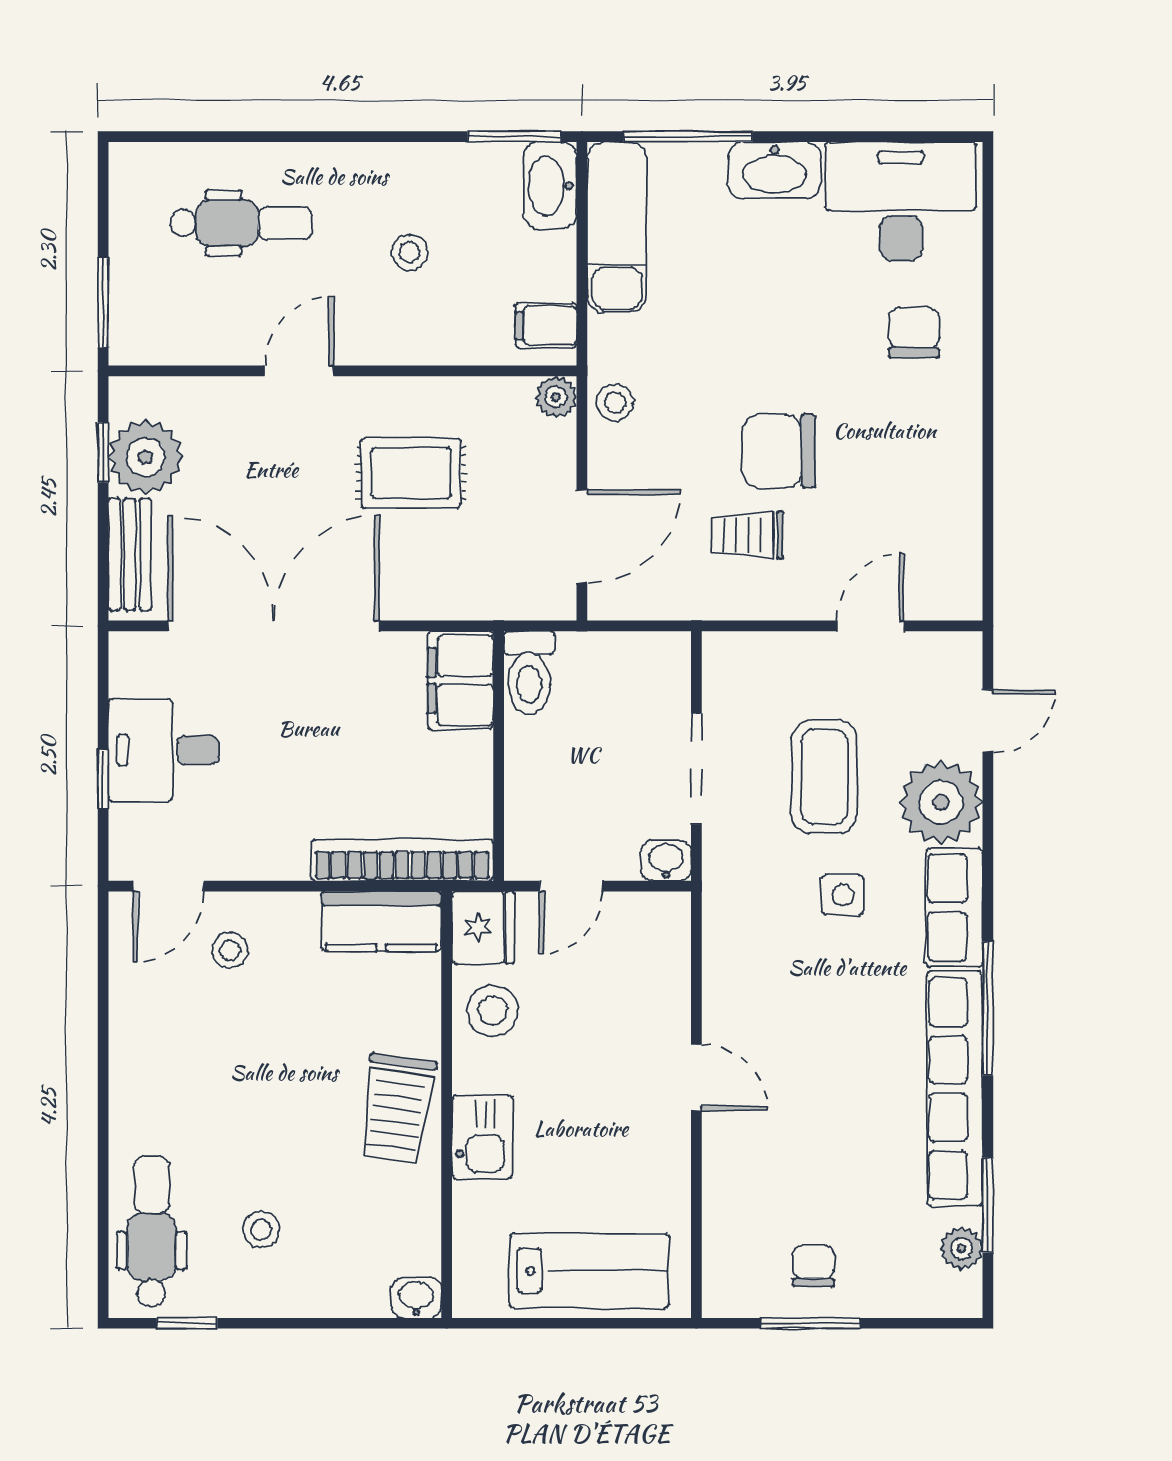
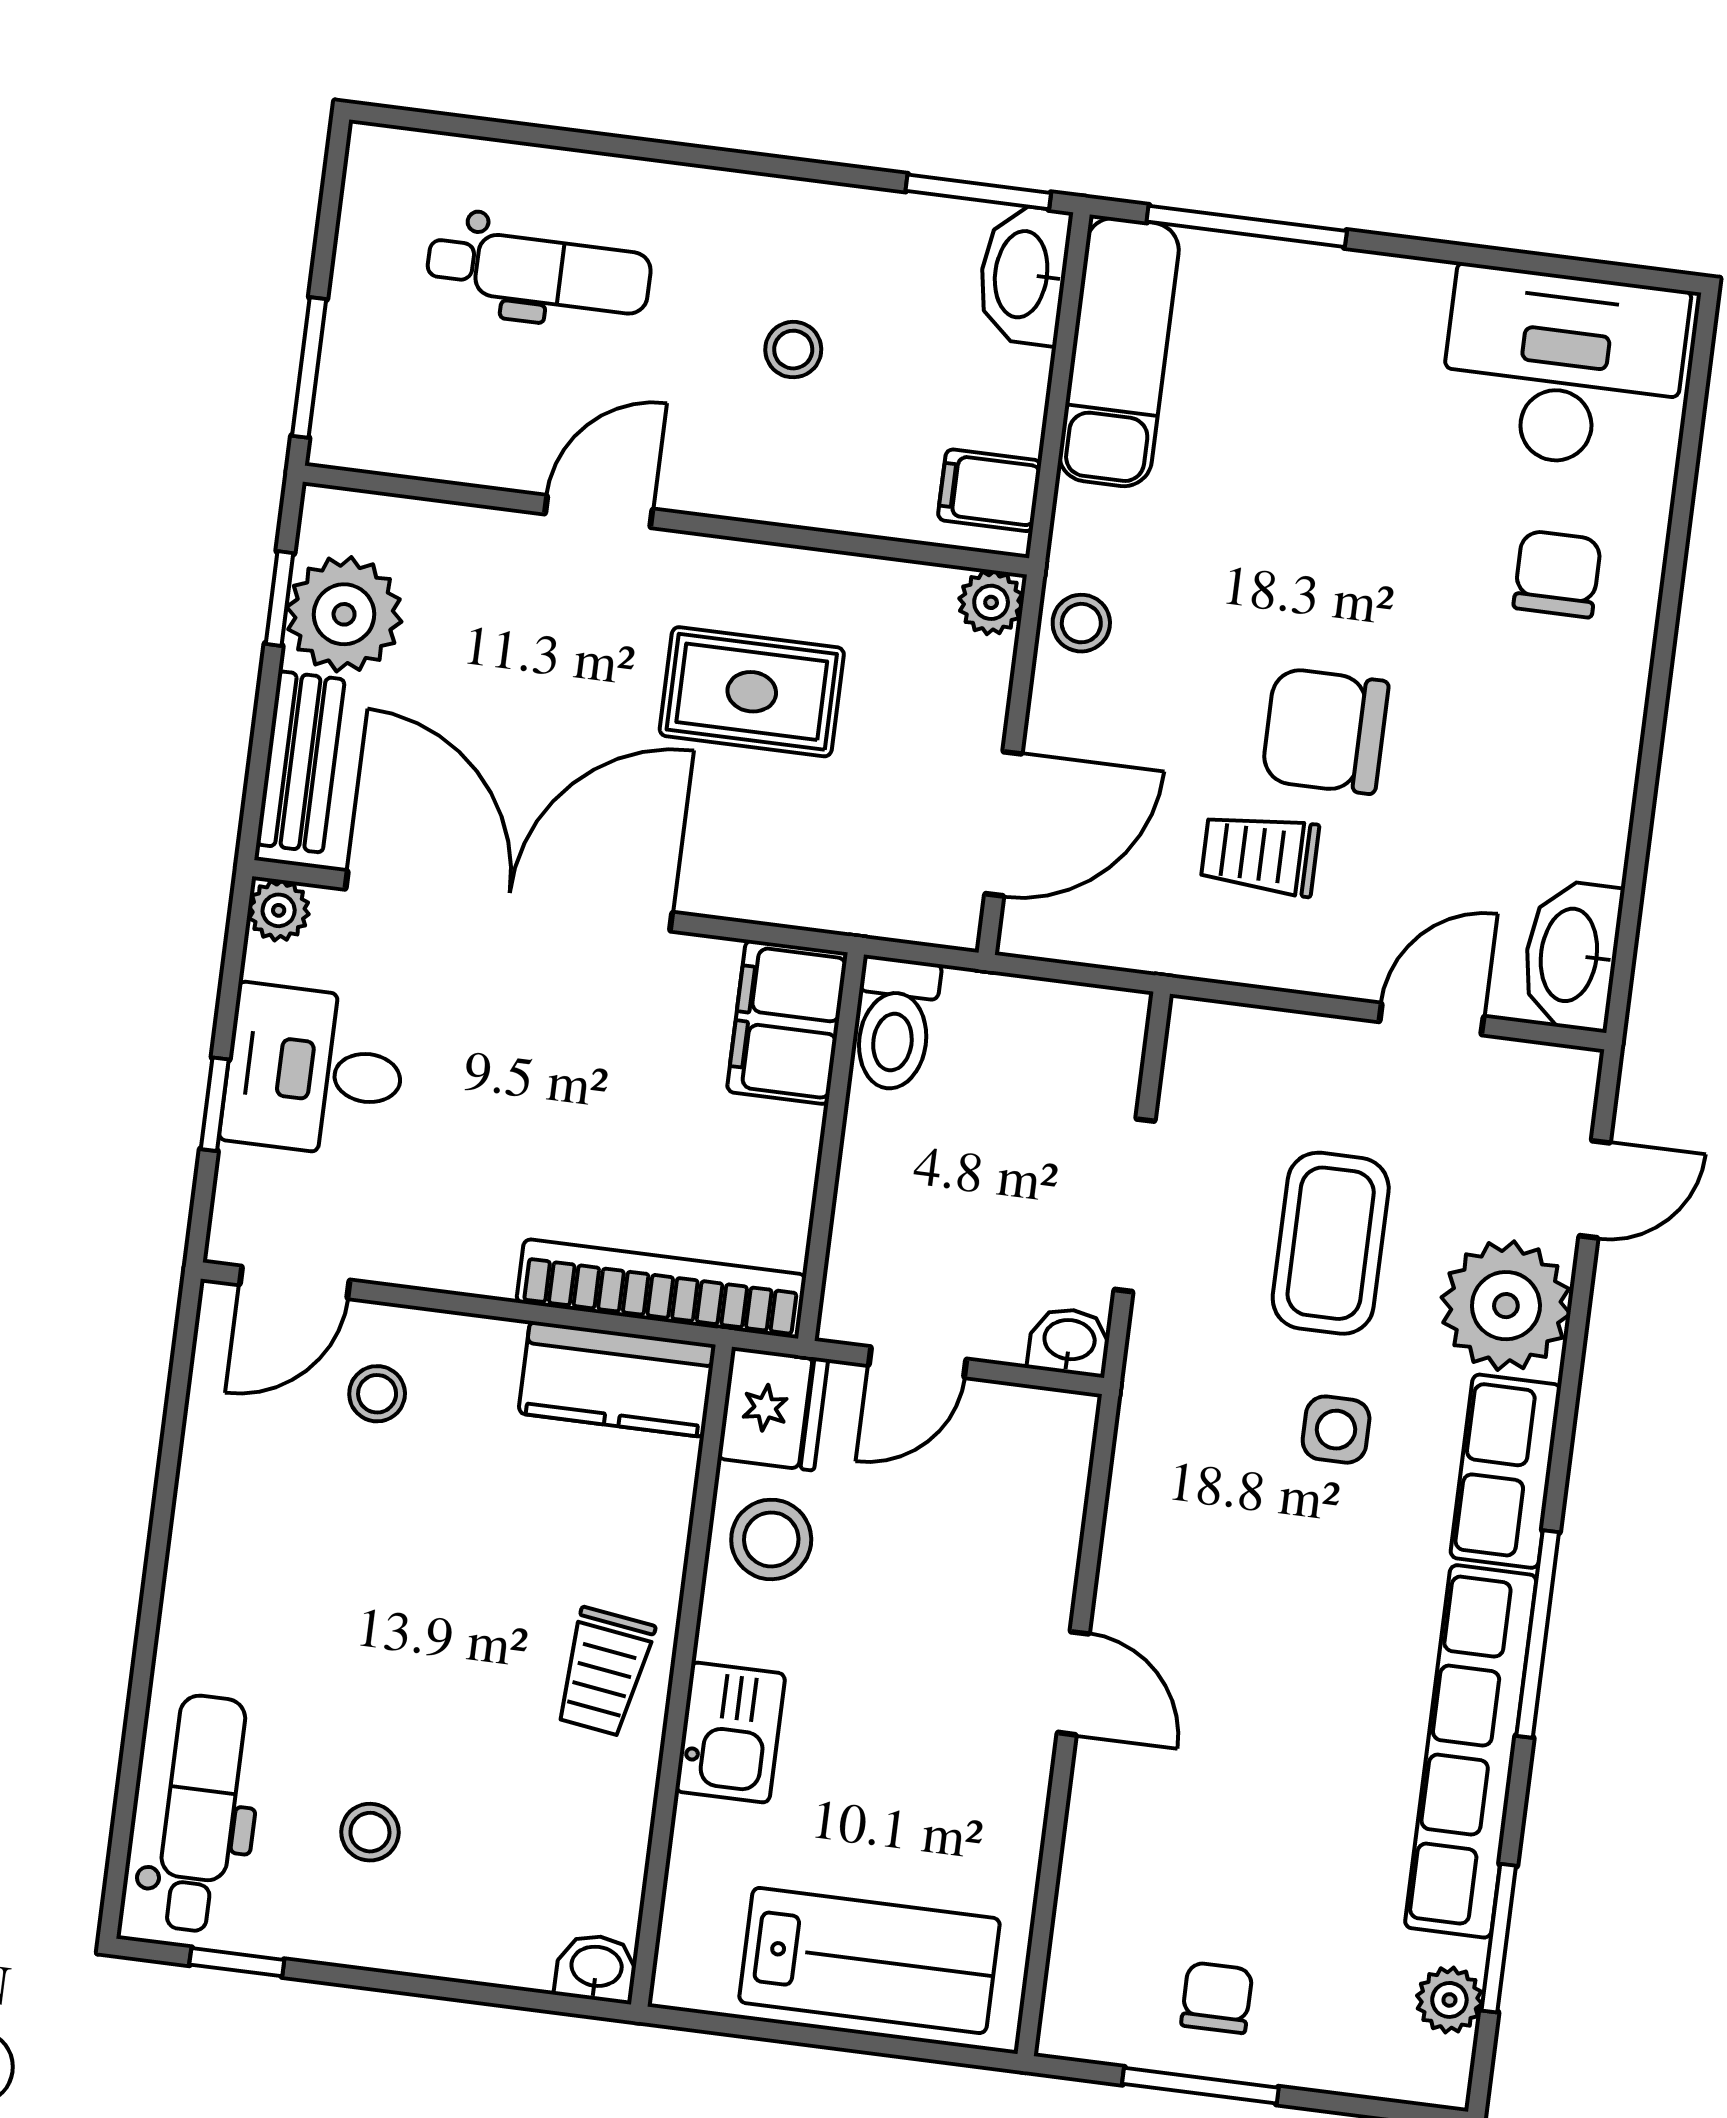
washbasin: (774, 170) -> (1572, 955), moved, turned 90
plant: (128, 651) -> (279, 910), added
trolley: (397, 1109) -> (604, 1672), width x0.73, depth x0.72

